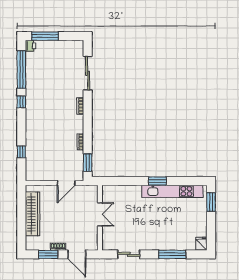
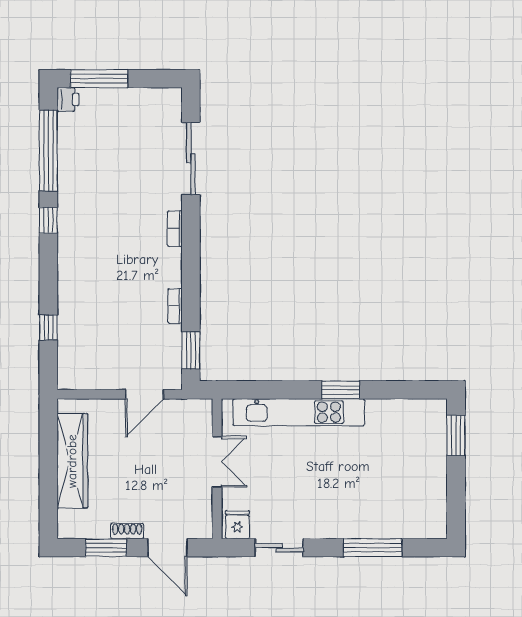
kitchen unit: (172, 191) -> (299, 412), moved
fridge: (201, 244) -> (237, 525), moved

